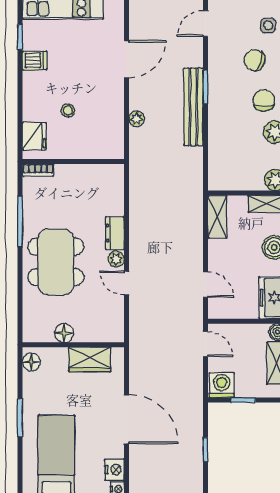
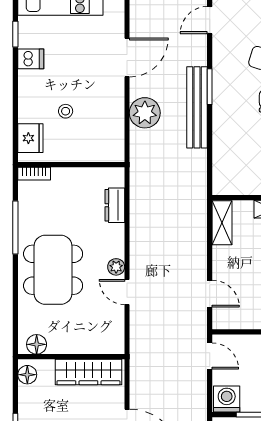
plant: (137, 119) -> (145, 113), width x1.87, depth x1.87
dresser: (115, 233) -> (115, 205), moved
floor lamp: (64, 333) -> (37, 344), moved
wardrobe: (90, 359) -> (88, 372), width x1.50

